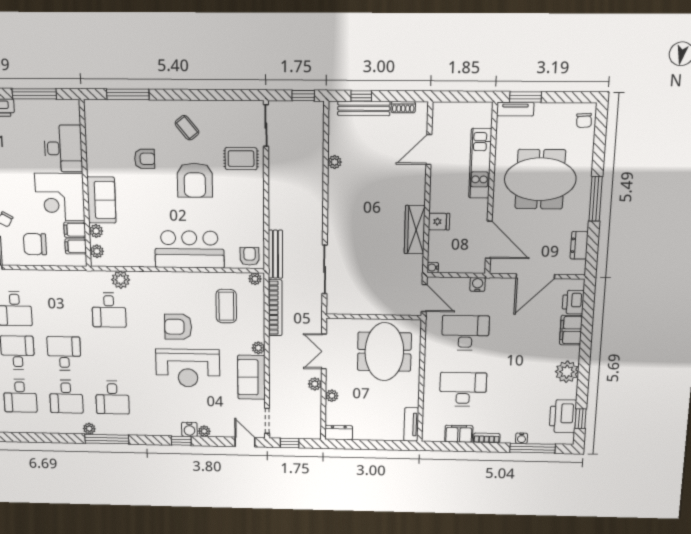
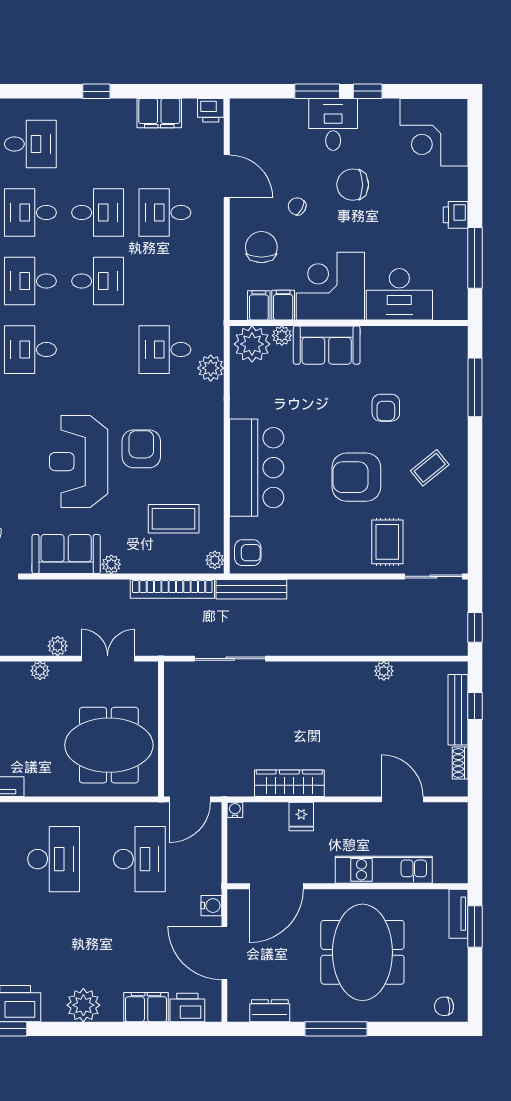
plant: (97, 251) -> (252, 344), width x1.88, depth x1.88
water cooler: (478, 284) -> (211, 906), moved

